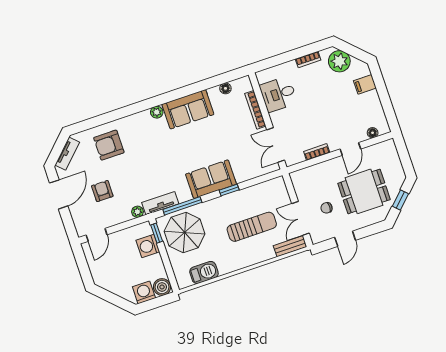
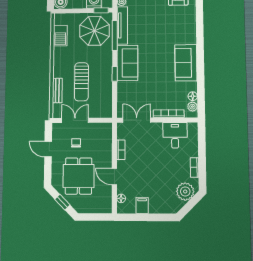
filing cabinet: (365, 84) -> (142, 205), moved
plant: (157, 112) -> (192, 107), moved
tv unit: (160, 203) -> (122, 25), width x1.41
bench: (290, 246) -> (57, 91), moved

